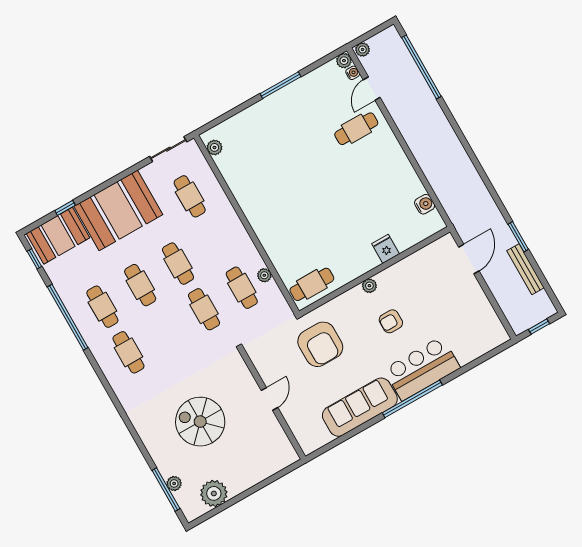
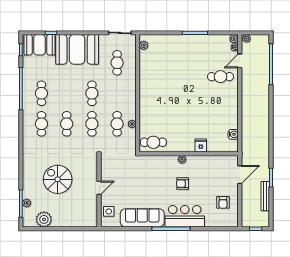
cafe table: (140, 285) -> (67, 124), moved
armchair: (320, 344) -> (223, 202), moved, width x0.53, depth x0.53
side table: (304, 426) -> (109, 211), added

